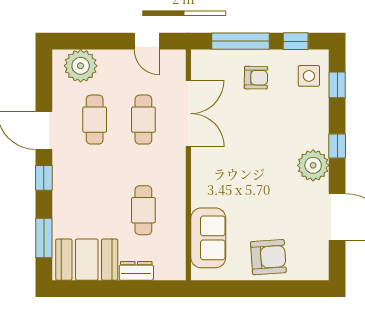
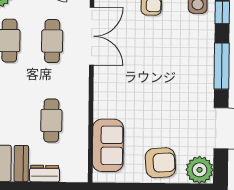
window: (337, 146) -> (222, 66), width x2.17
plant: (313, 165) -> (200, 170), moved

